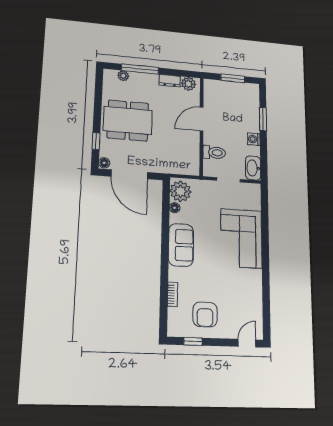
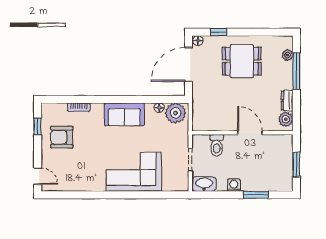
dining table: (128, 121) -> (242, 61), width x0.73

